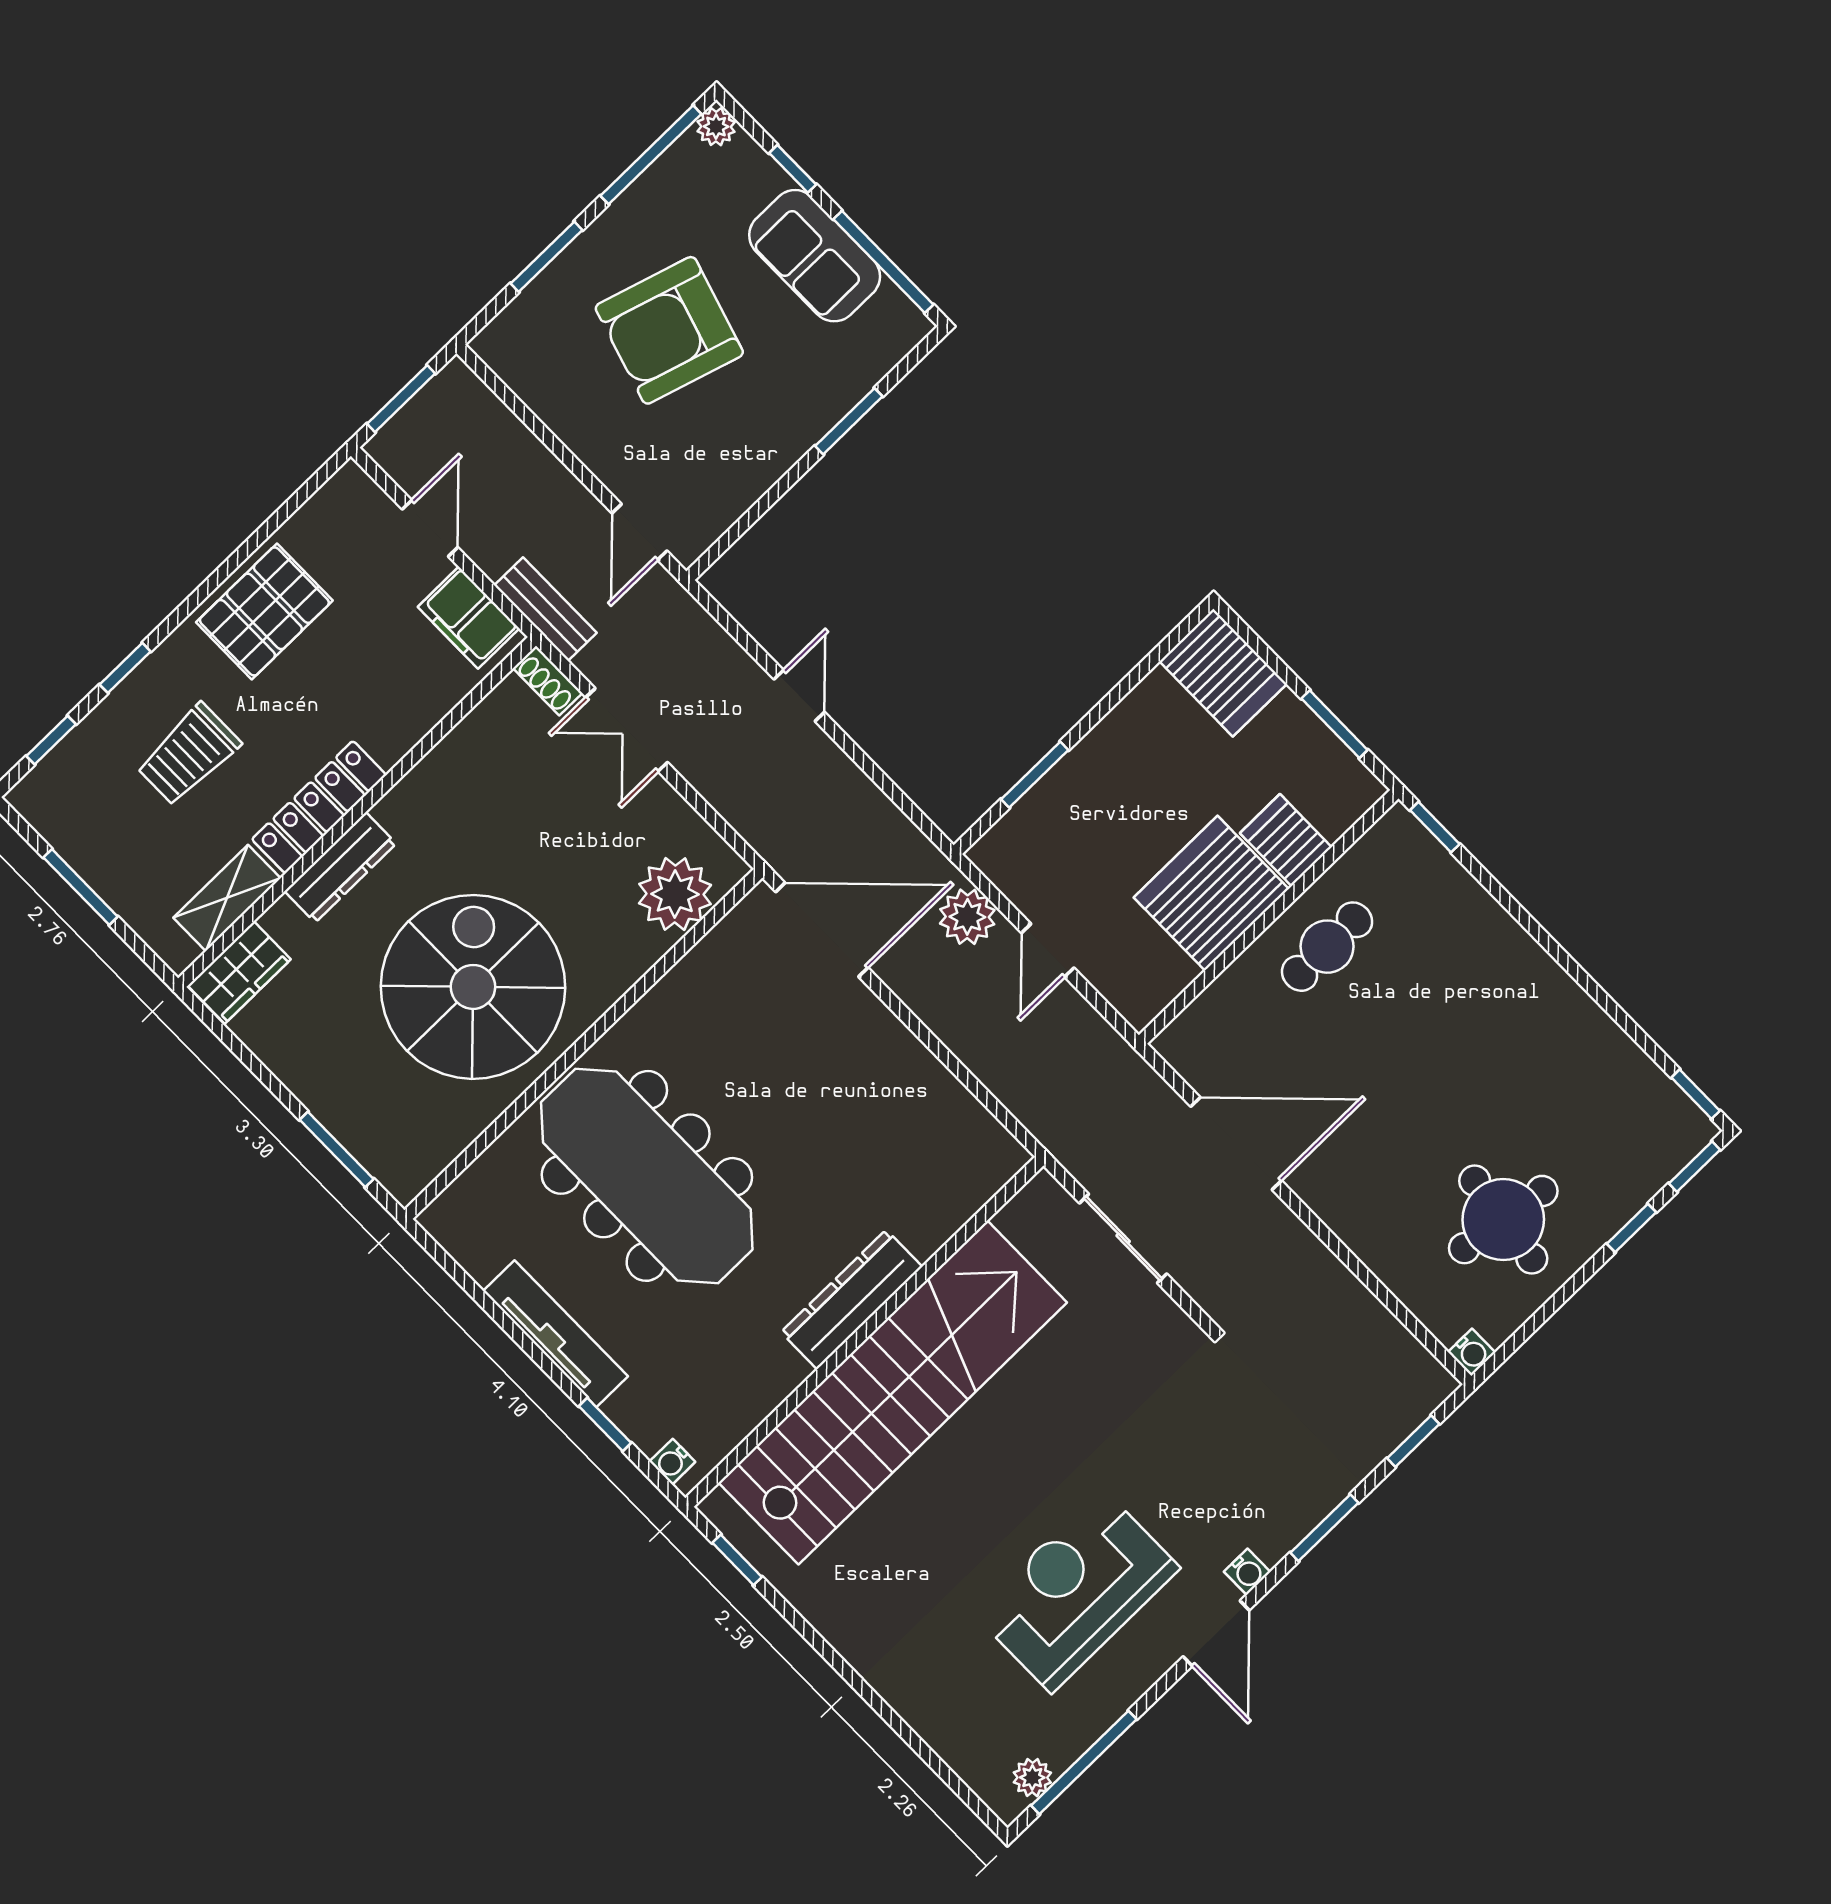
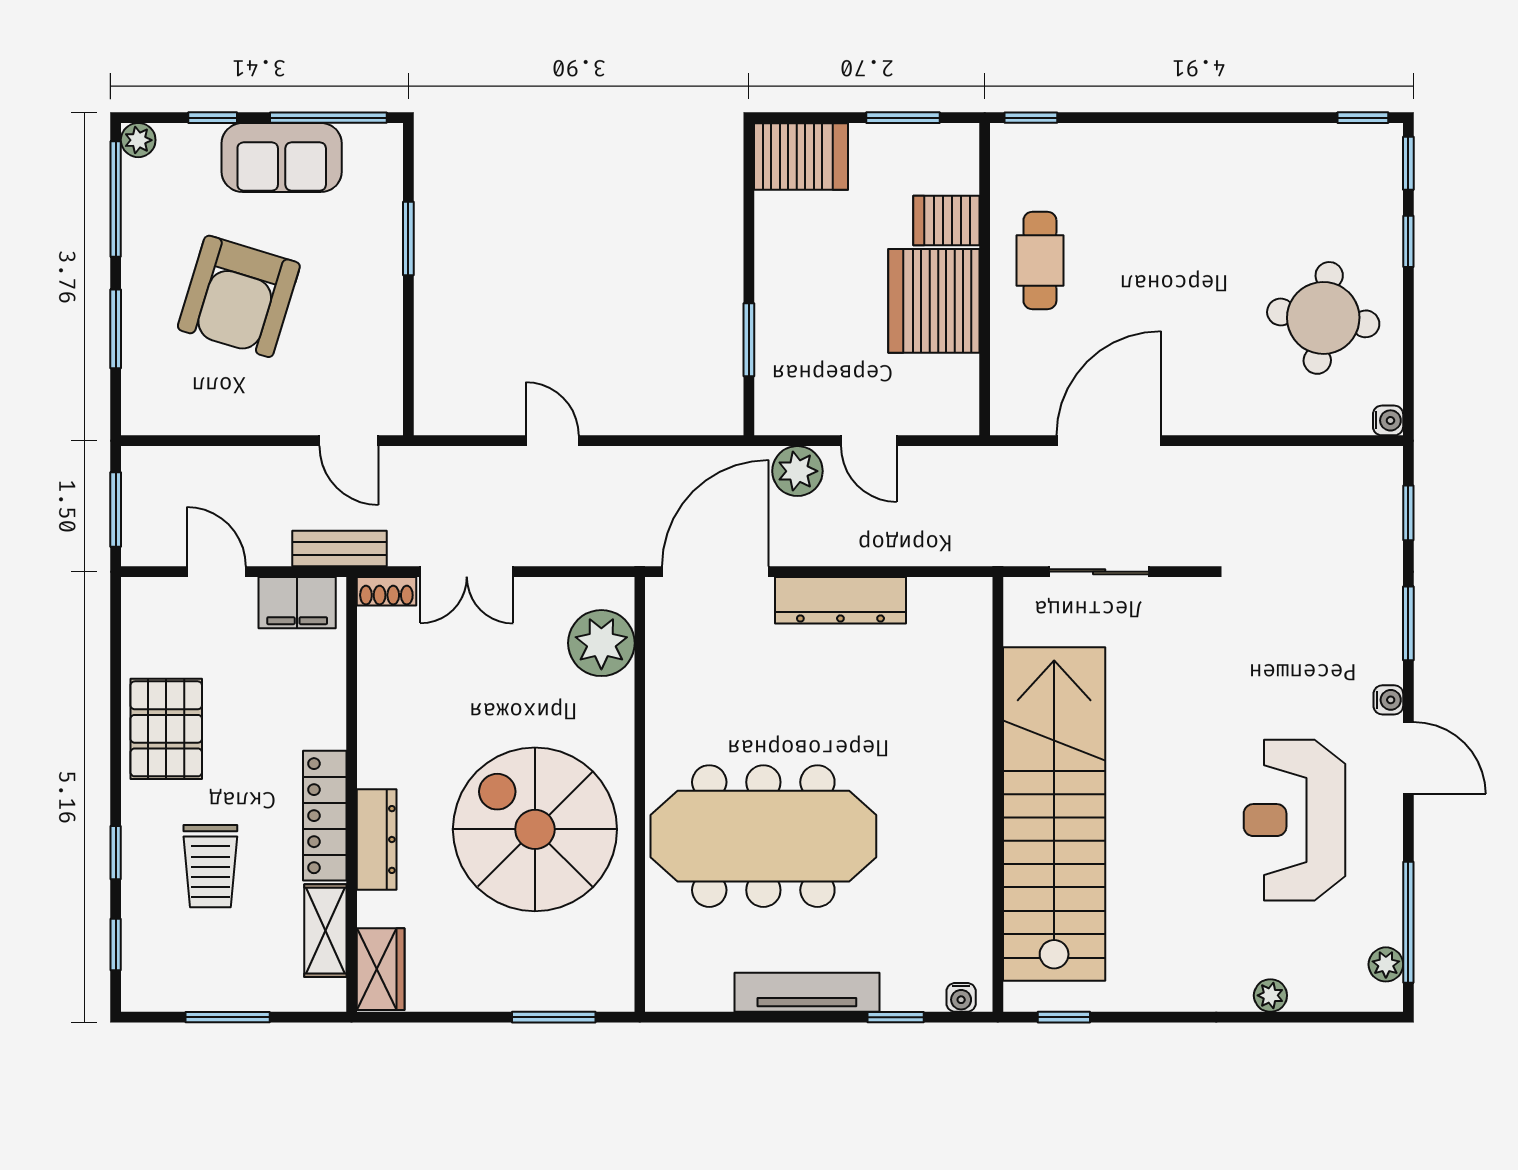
dresser: (852, 1299) -> (840, 600), moved, turned -90
plant: (917, 1709) -> (1270, 995), added

